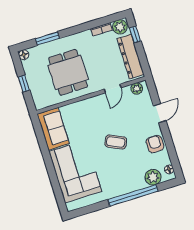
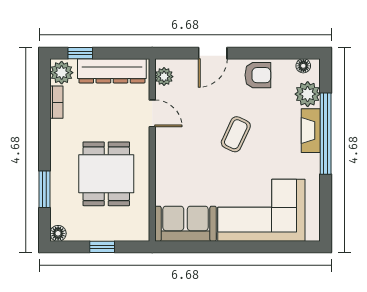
dining table: (68, 72) -> (106, 174), turned 90
door: (160, 113) -> (213, 53), swing flipped
armchair: (155, 144) -> (258, 75), turned 180
fireplace: (132, 186) -> (311, 131), added

